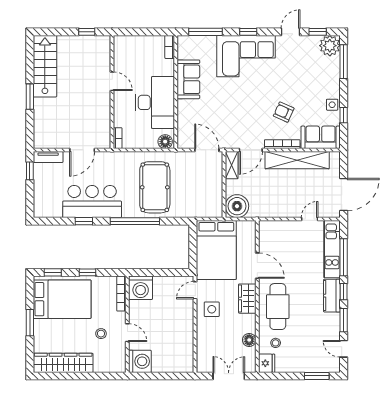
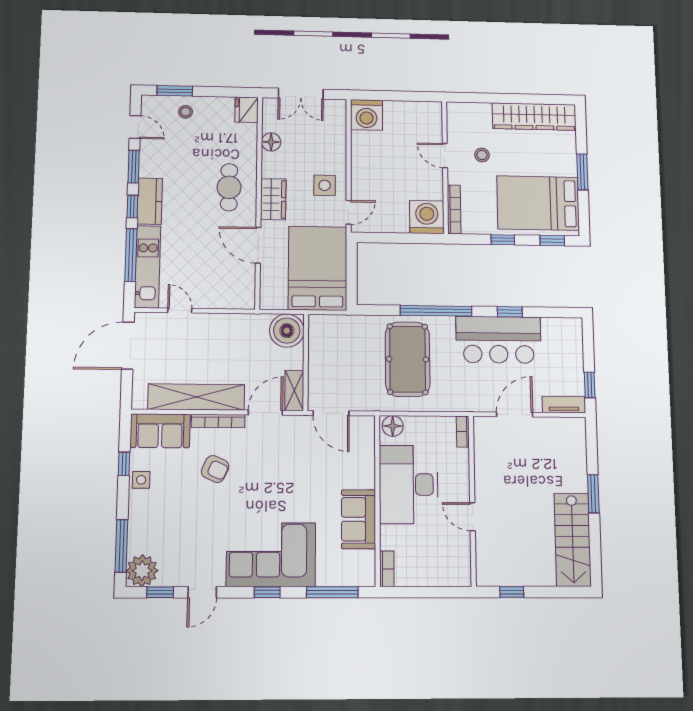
door: (310, 219) -> (180, 311), swing flipped
cafe table: (278, 307) -> (229, 187), width x0.73, depth x0.74
stool: (276, 343) -> (186, 112), moved
washing machine: (140, 361) -> (367, 115), moved, turned -90

